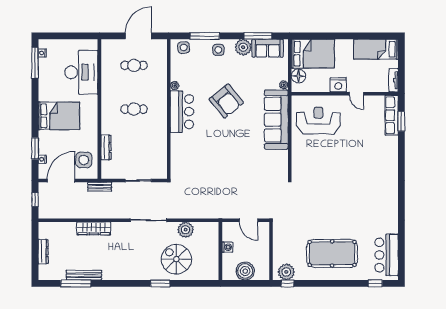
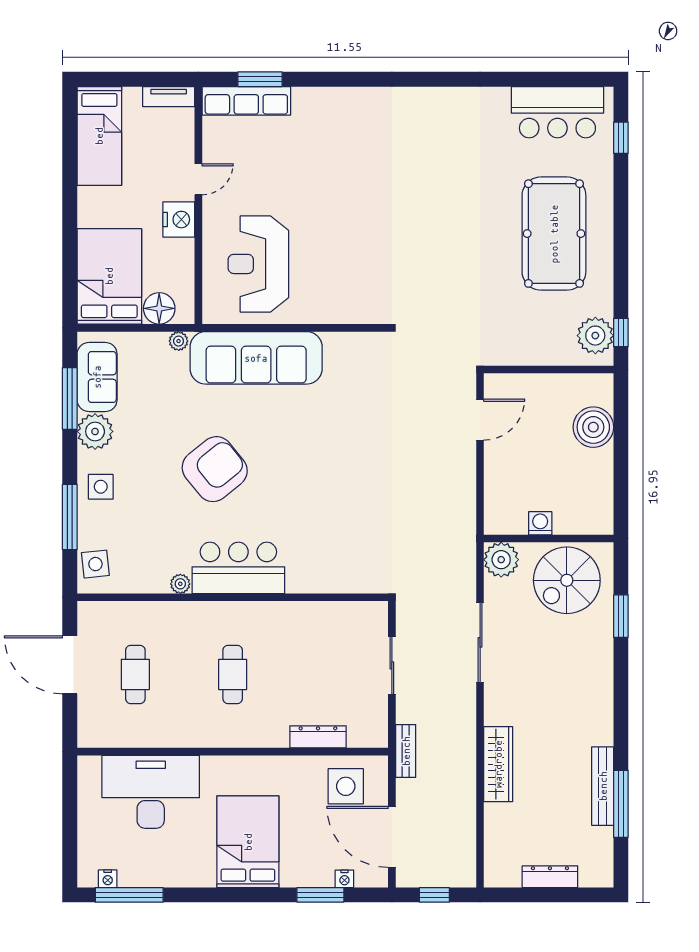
washing machine: (227, 247) -> (540, 523), moved
wall: (220, 251) -> (549, 539), moved

